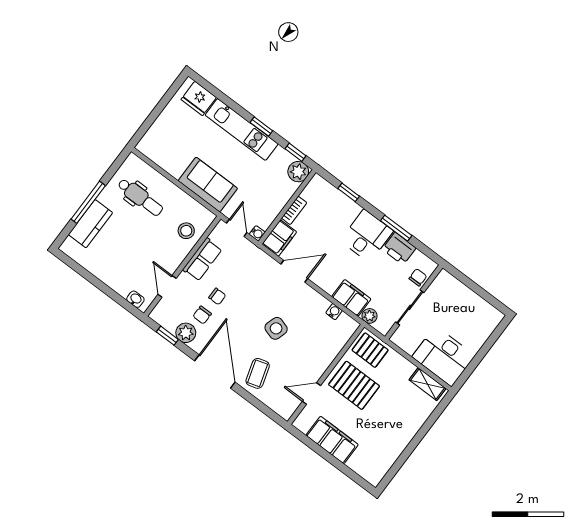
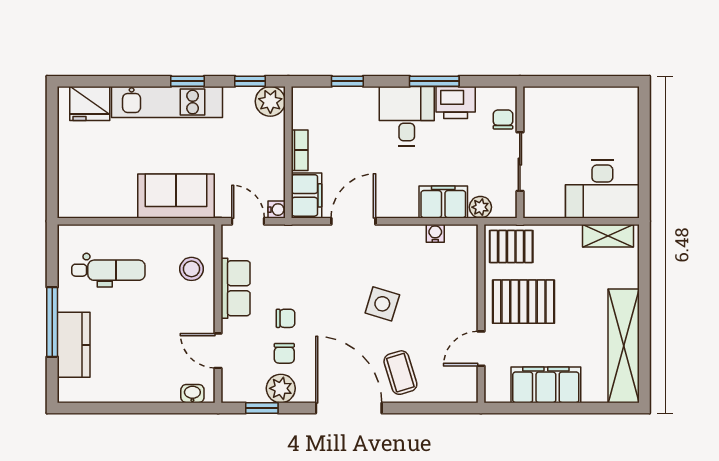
shelving: (391, 451) -> (624, 346), added

